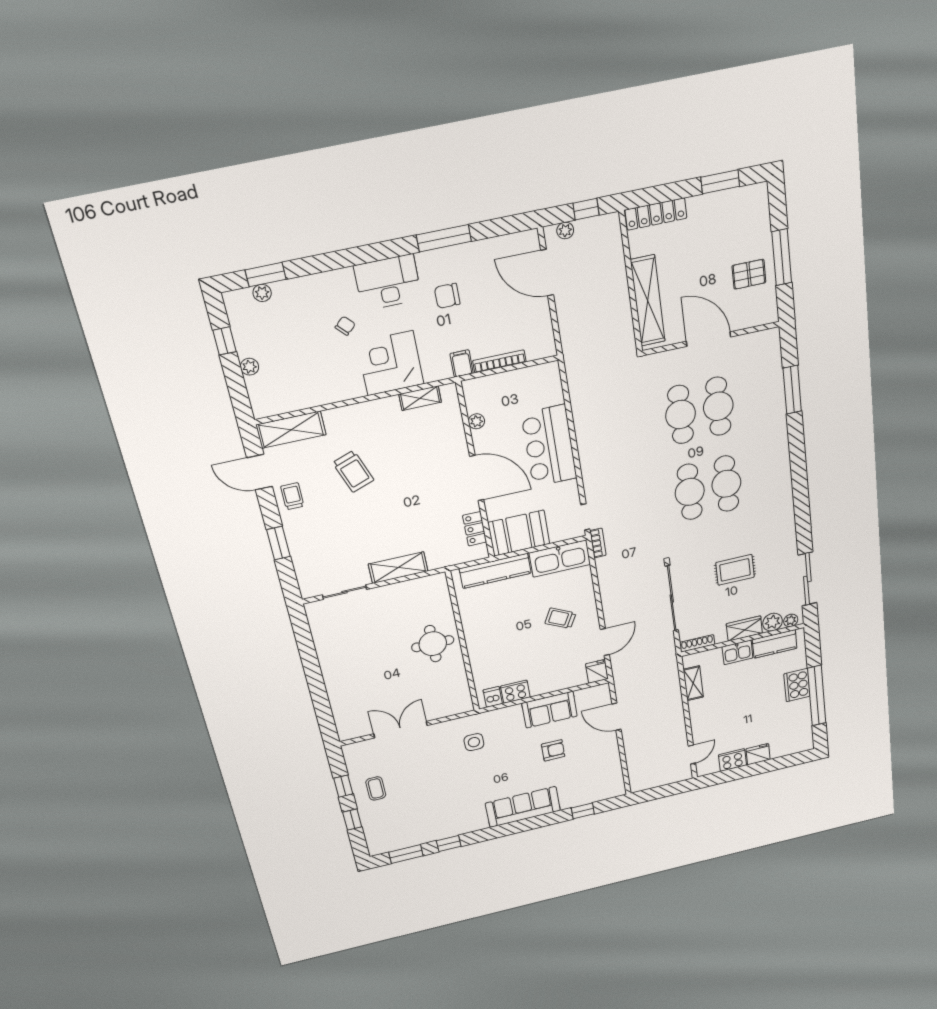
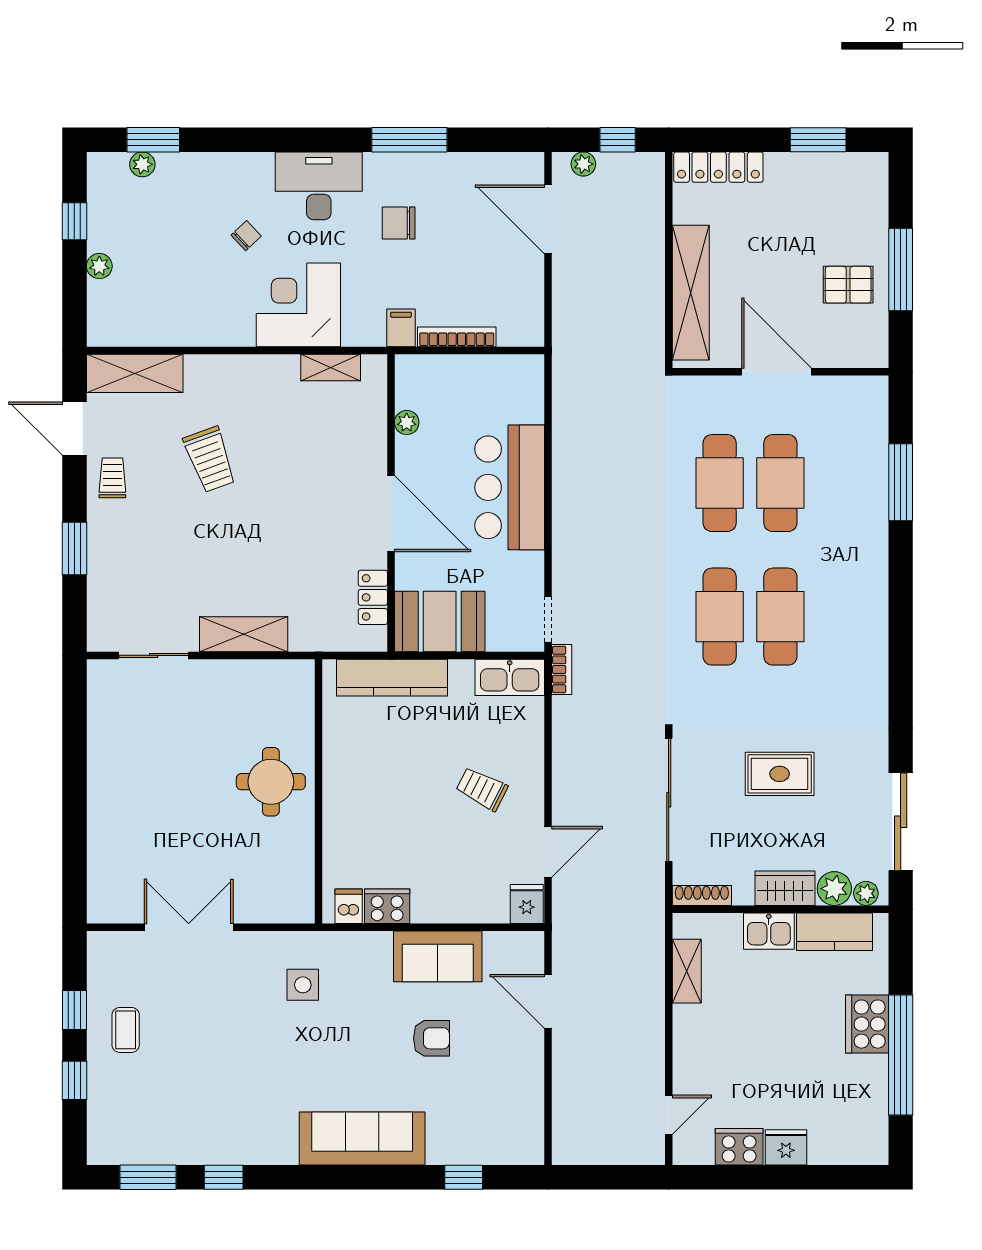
kitchen sink: (560, 559) -> (510, 677), width x0.73, depth x0.81

